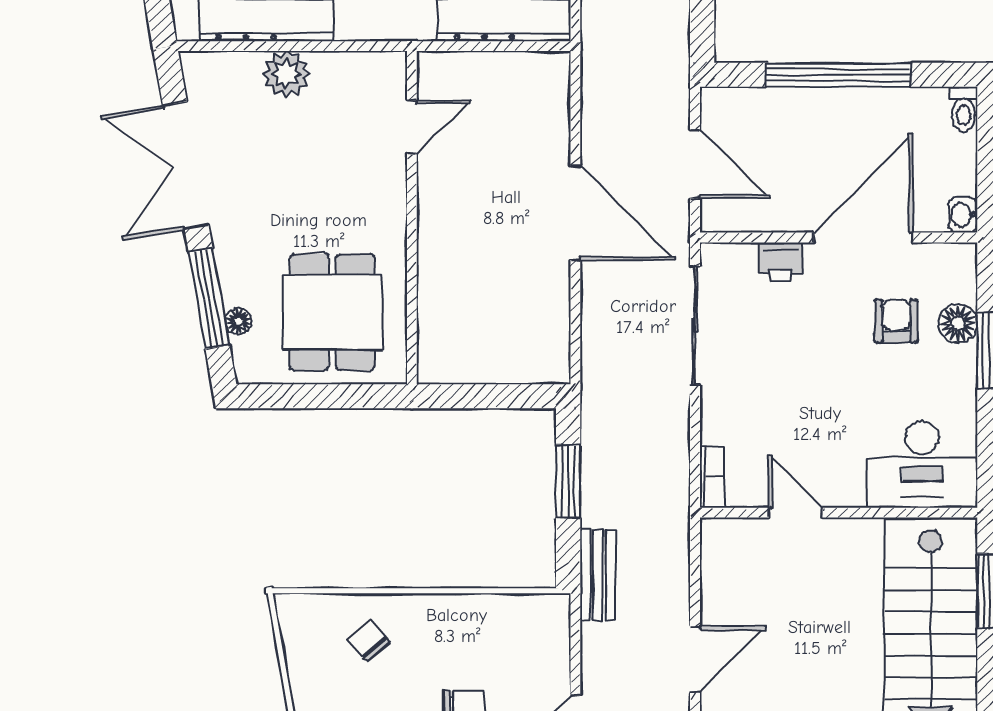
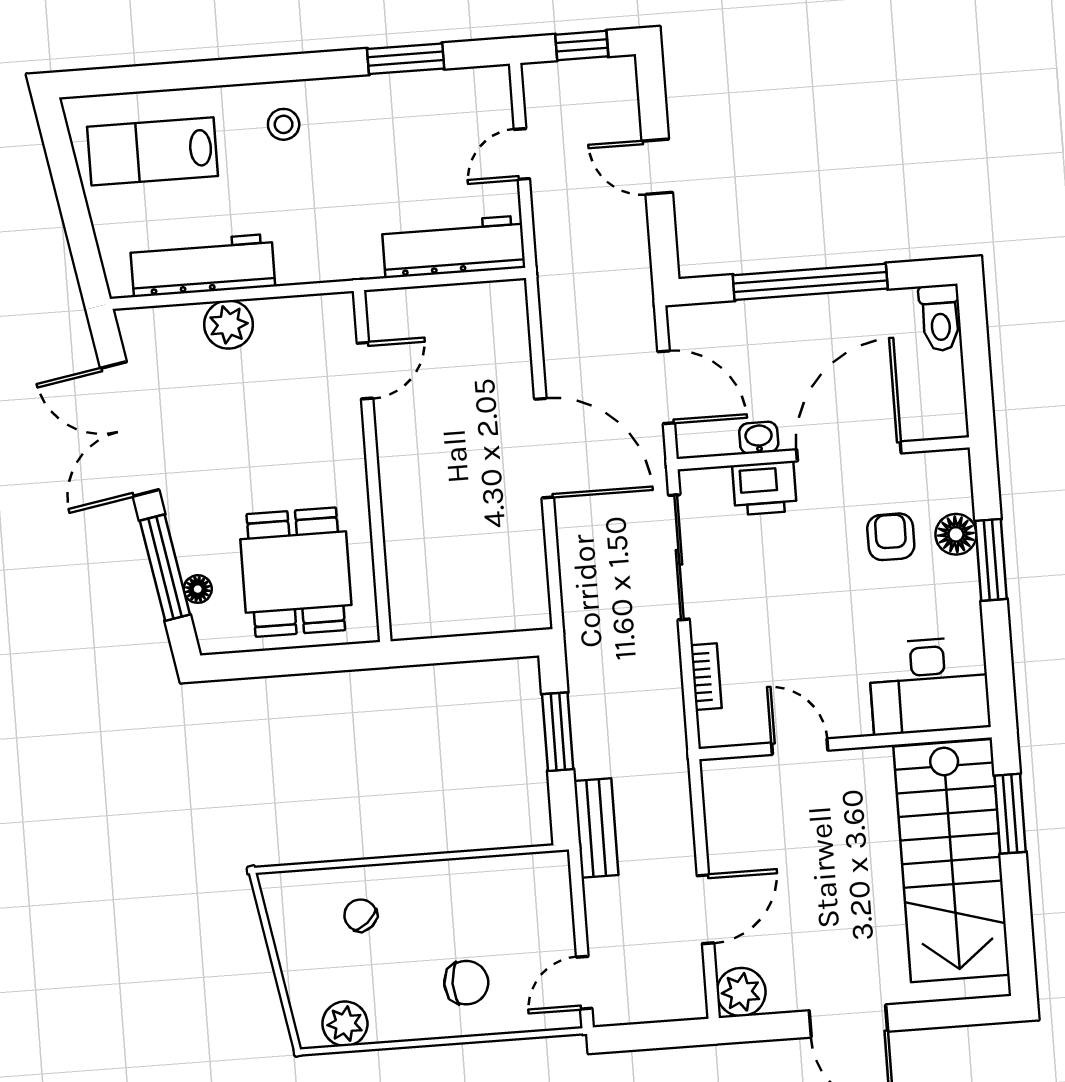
toilet: (964, 109) -> (940, 318), width x1.37, depth x1.39
washbasin: (963, 215) -> (759, 438), moved, turned 90
printer: (781, 262) -> (764, 488), width x1.36, depth x1.24
bookcase: (712, 477) -> (706, 677), moved

